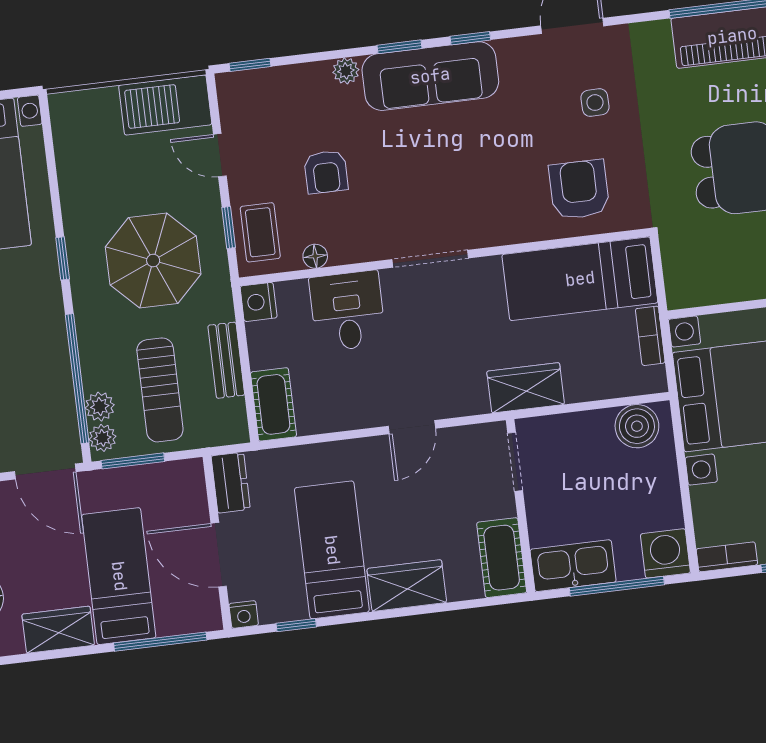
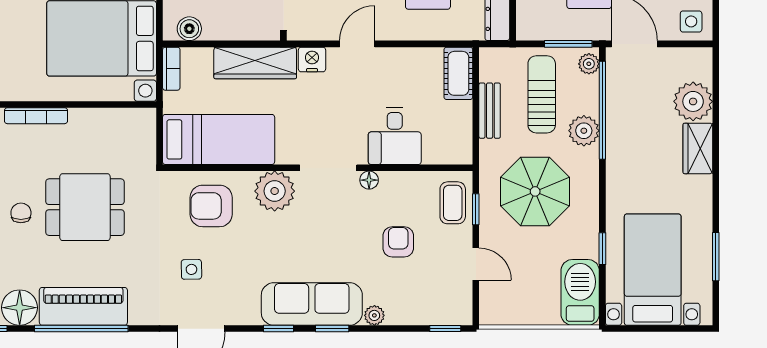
barbecue: (165, 105) -> (580, 292), moved, turned -90
armchair: (579, 190) -> (211, 206), turned 90
plant: (498, 219) -> (275, 191), added
floor lamp: (315, 256) -> (369, 180), moved
window: (63, 258) -> (602, 249), moved
nightstand: (259, 302) -> (312, 59), moved, turned -90
bookcase: (650, 336) -> (171, 69), moved
wardrobe: (526, 388) -> (255, 63), width x1.50
plant: (100, 407) -> (584, 131), moved, width x1.38, depth x1.38
boiler: (637, 426) -> (189, 29), width x0.73, depth x0.73

